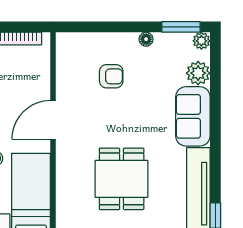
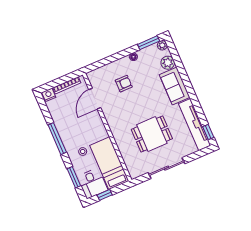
door: (53, 120) -> (95, 99), moved
dining table: (122, 179) -> (152, 134), turned 90

